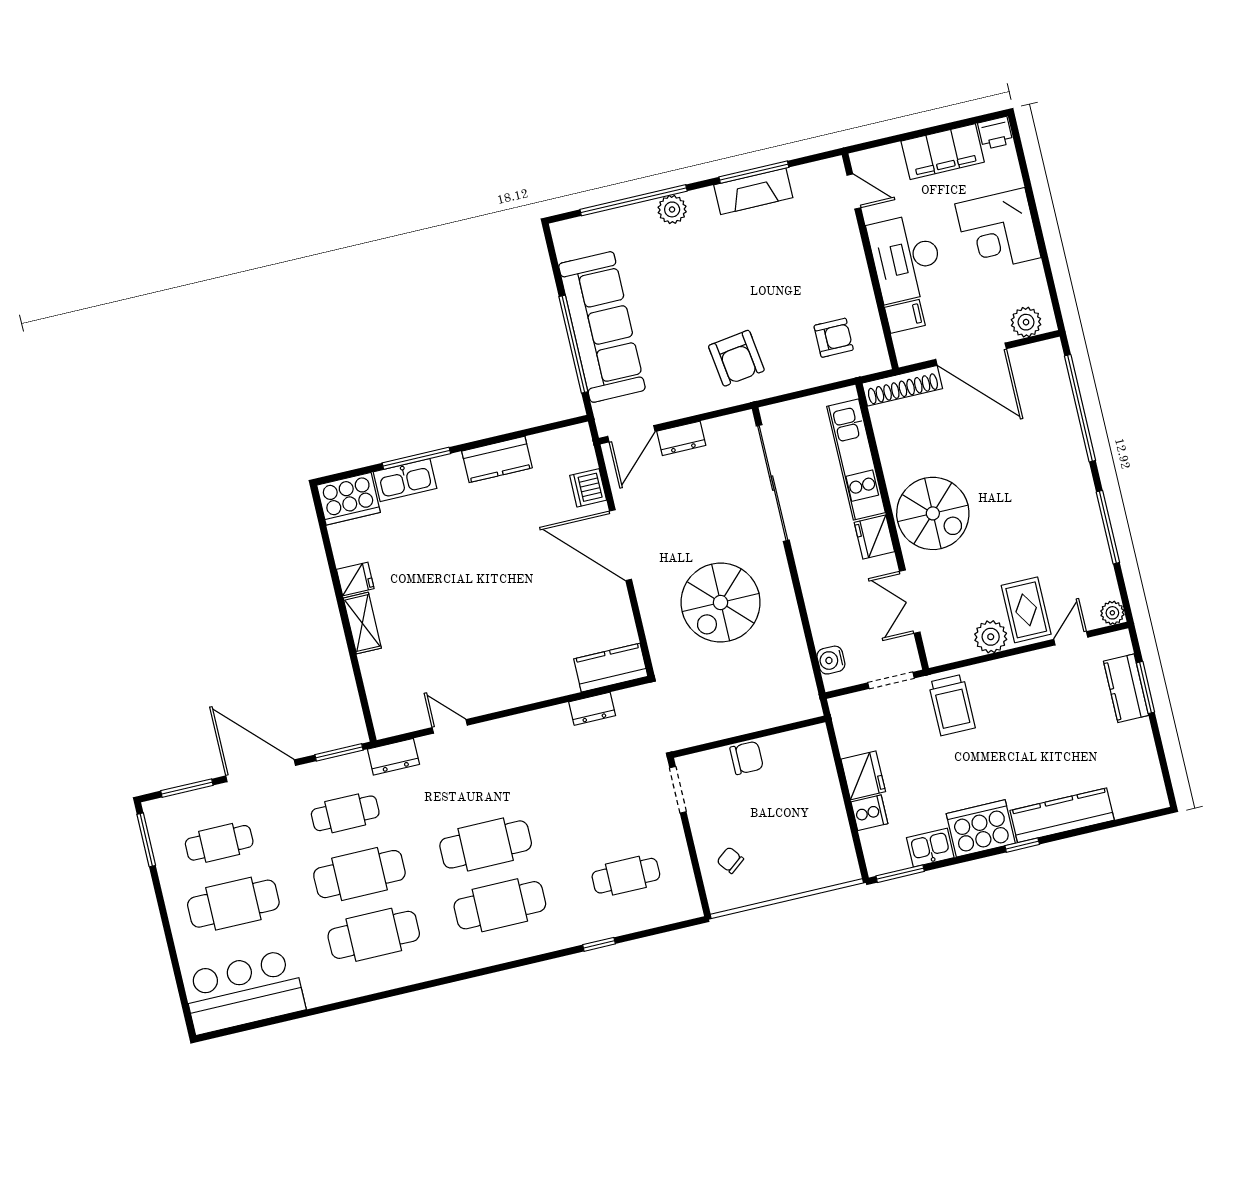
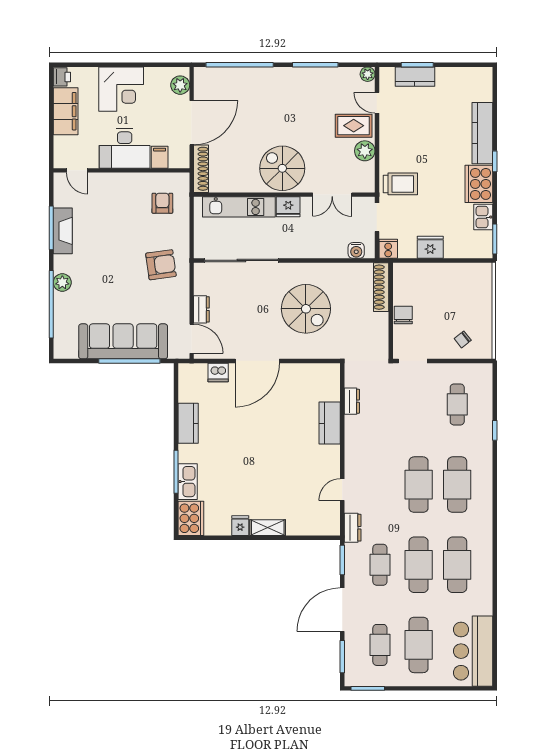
door: (854, 191) -> (77, 170), swing flipped
spiral stairs: (933, 513) -> (282, 168), turned -90
kitchen counter: (611, 668) -> (330, 423), moved
shoe rack: (782, 713) -> (381, 287), added
cooker: (869, 813) -> (388, 249), moved

